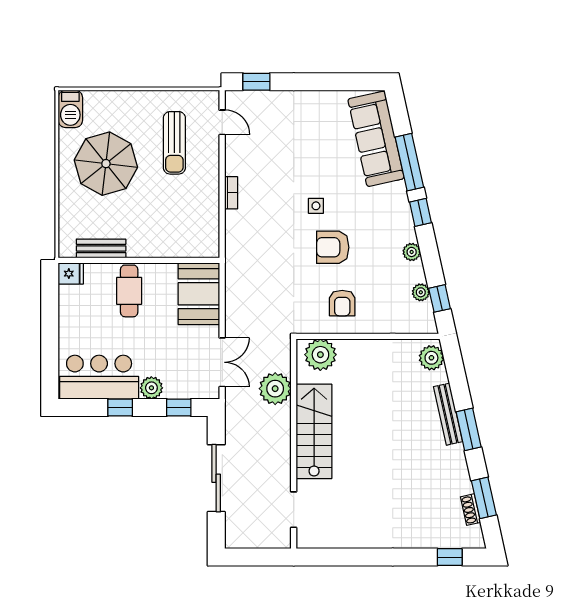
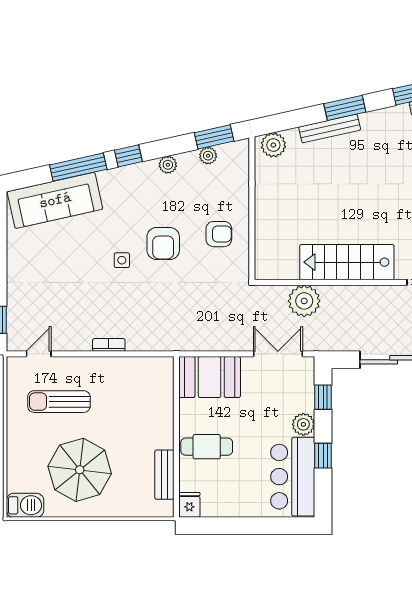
sun lounger: (174, 143) -> (59, 402), turned 180
window: (440, 298) -> (214, 137), width x1.50
plant: (320, 355) -> (270, 256), removed

